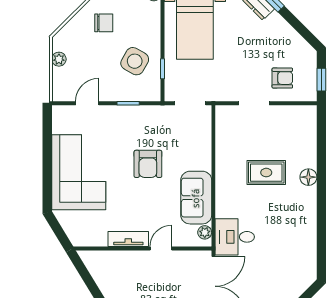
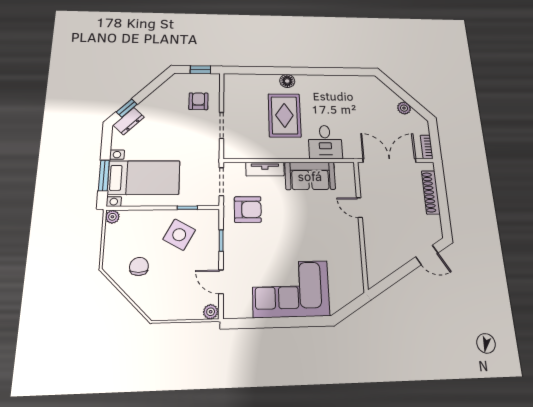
plant: (59, 59) -> (211, 312), moved
armchair: (148, 164) -> (248, 209), moved
rug: (266, 173) -> (284, 115), width x1.36, depth x1.43
plant: (205, 232) -> (342, 168), removed
desk: (235, 237) -> (325, 142), moved
tv unit: (128, 239) -> (265, 169), moved, turned -90

